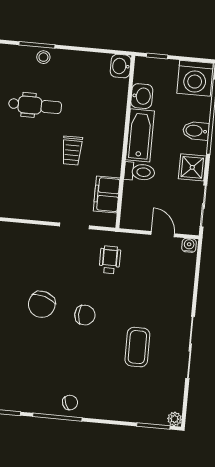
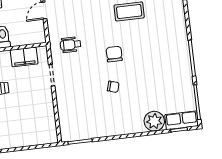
chair: (42, 304) -> (113, 87), width x0.54, depth x0.54
chair: (70, 402) -> (179, 51), removed

